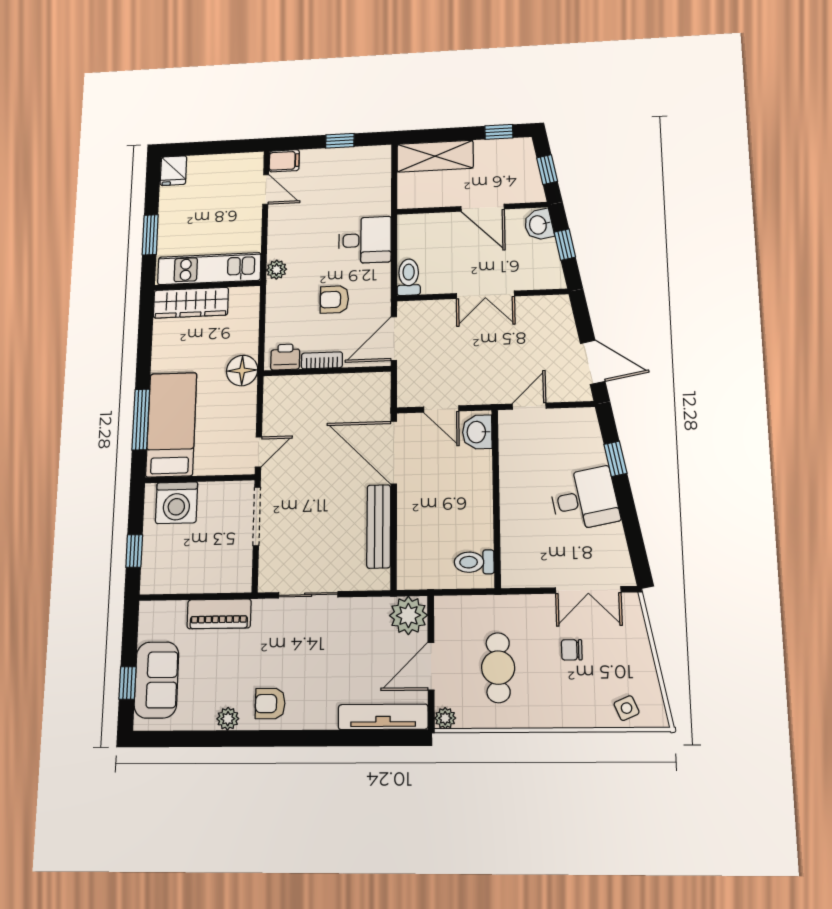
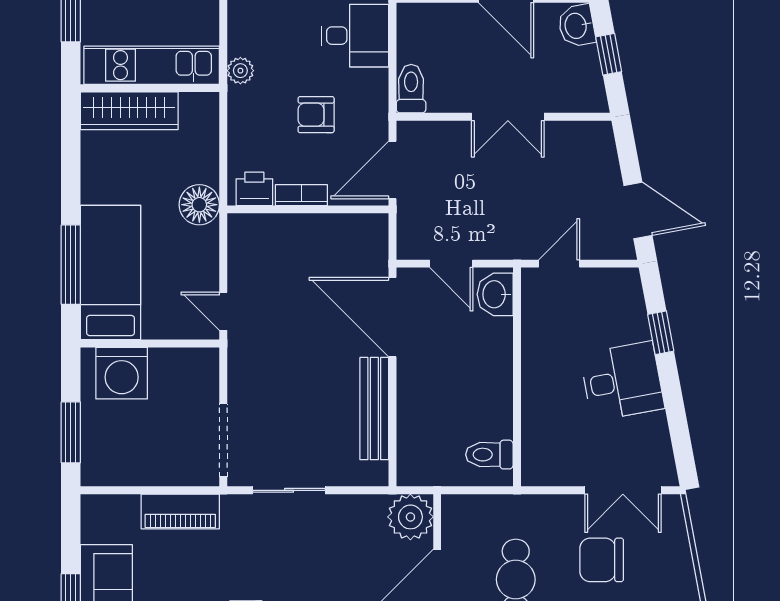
door: (258, 452) -> (223, 311), swing flipped
doorway: (257, 516) -> (223, 440), moved
window: (134, 551) -> (71, 432), width x1.50
chair: (572, 650) -> (602, 560), width x1.87, depth x1.87

